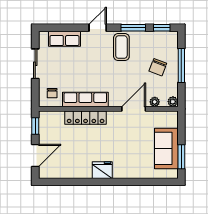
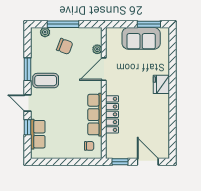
window: (162, 28) -> (27, 127), moved
sliding door: (35, 64) -> (61, 162), removed
plant: (173, 102) -> (45, 32), moved
door: (134, 109) -> (104, 69), hinge flipped
fridge: (102, 170) -> (161, 84), moved

